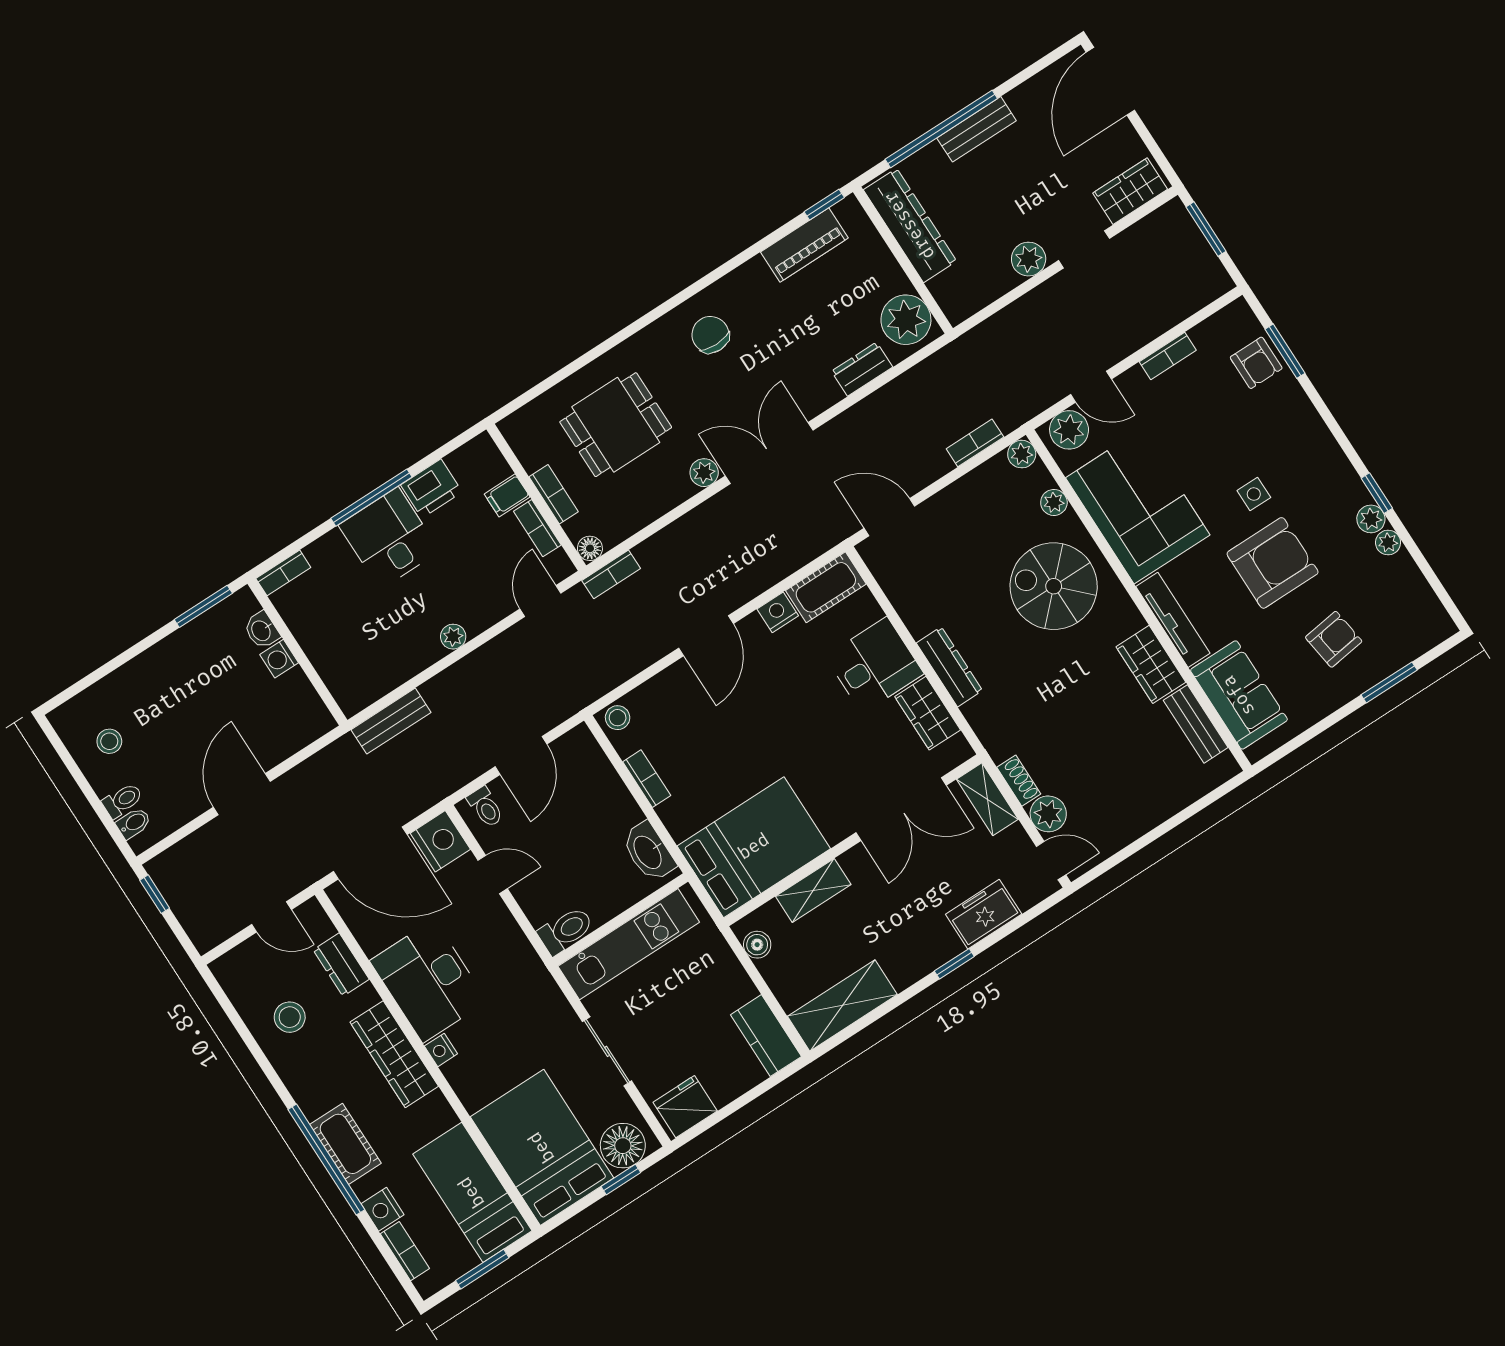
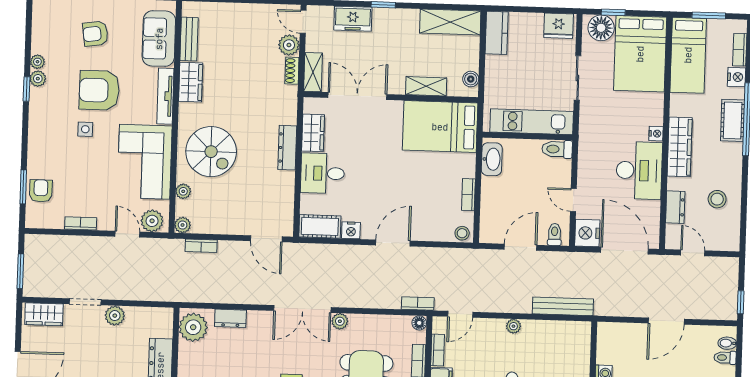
bench: (391, 721) -> (563, 306), width x1.36

